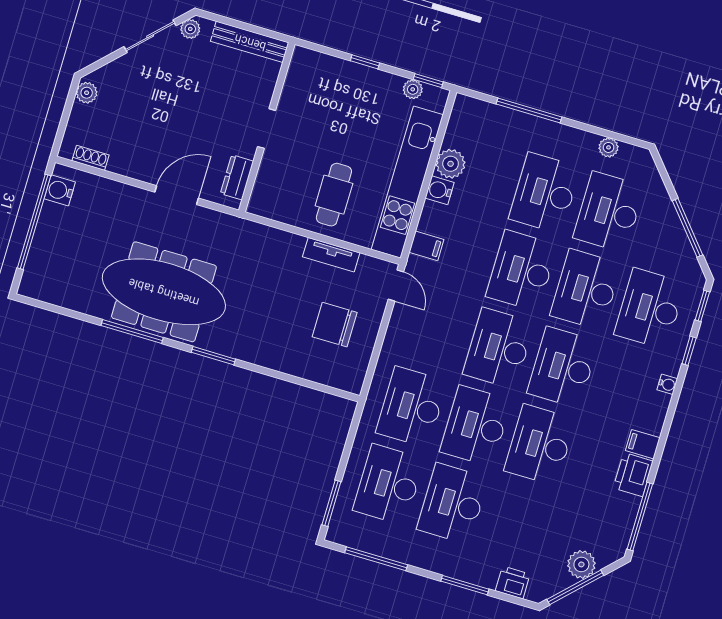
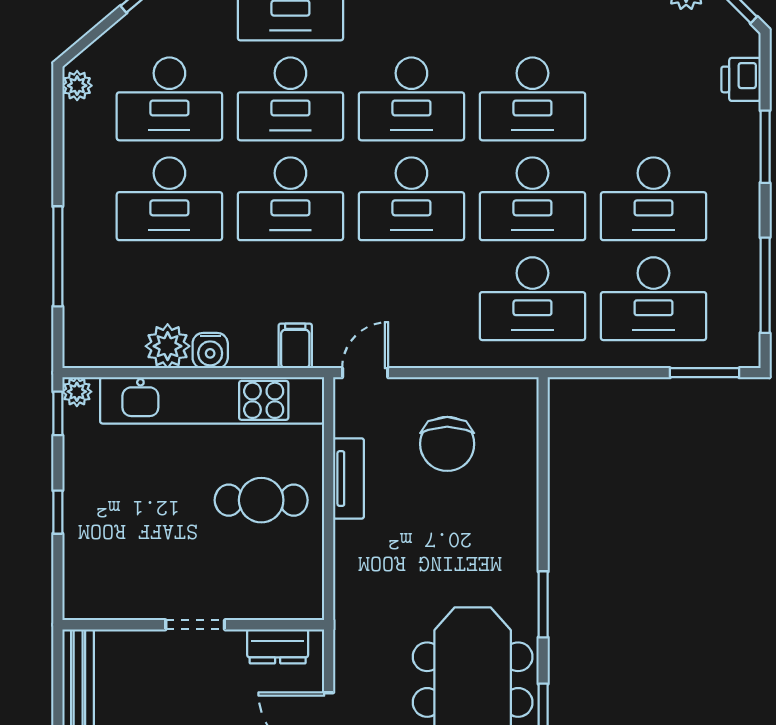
plant: (413, 89) -> (77, 392), moved
plant: (609, 147) -> (77, 86), moved

